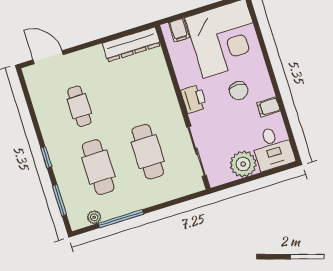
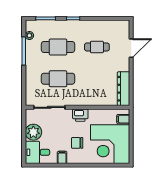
door: (48, 57) -> (131, 48), moved

